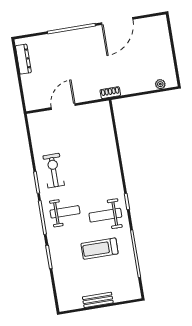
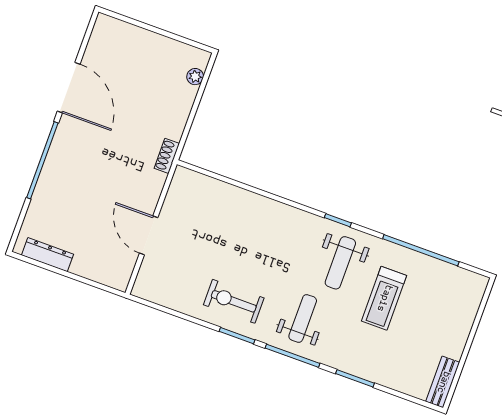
bench: (98, 300) -> (443, 382), moved

